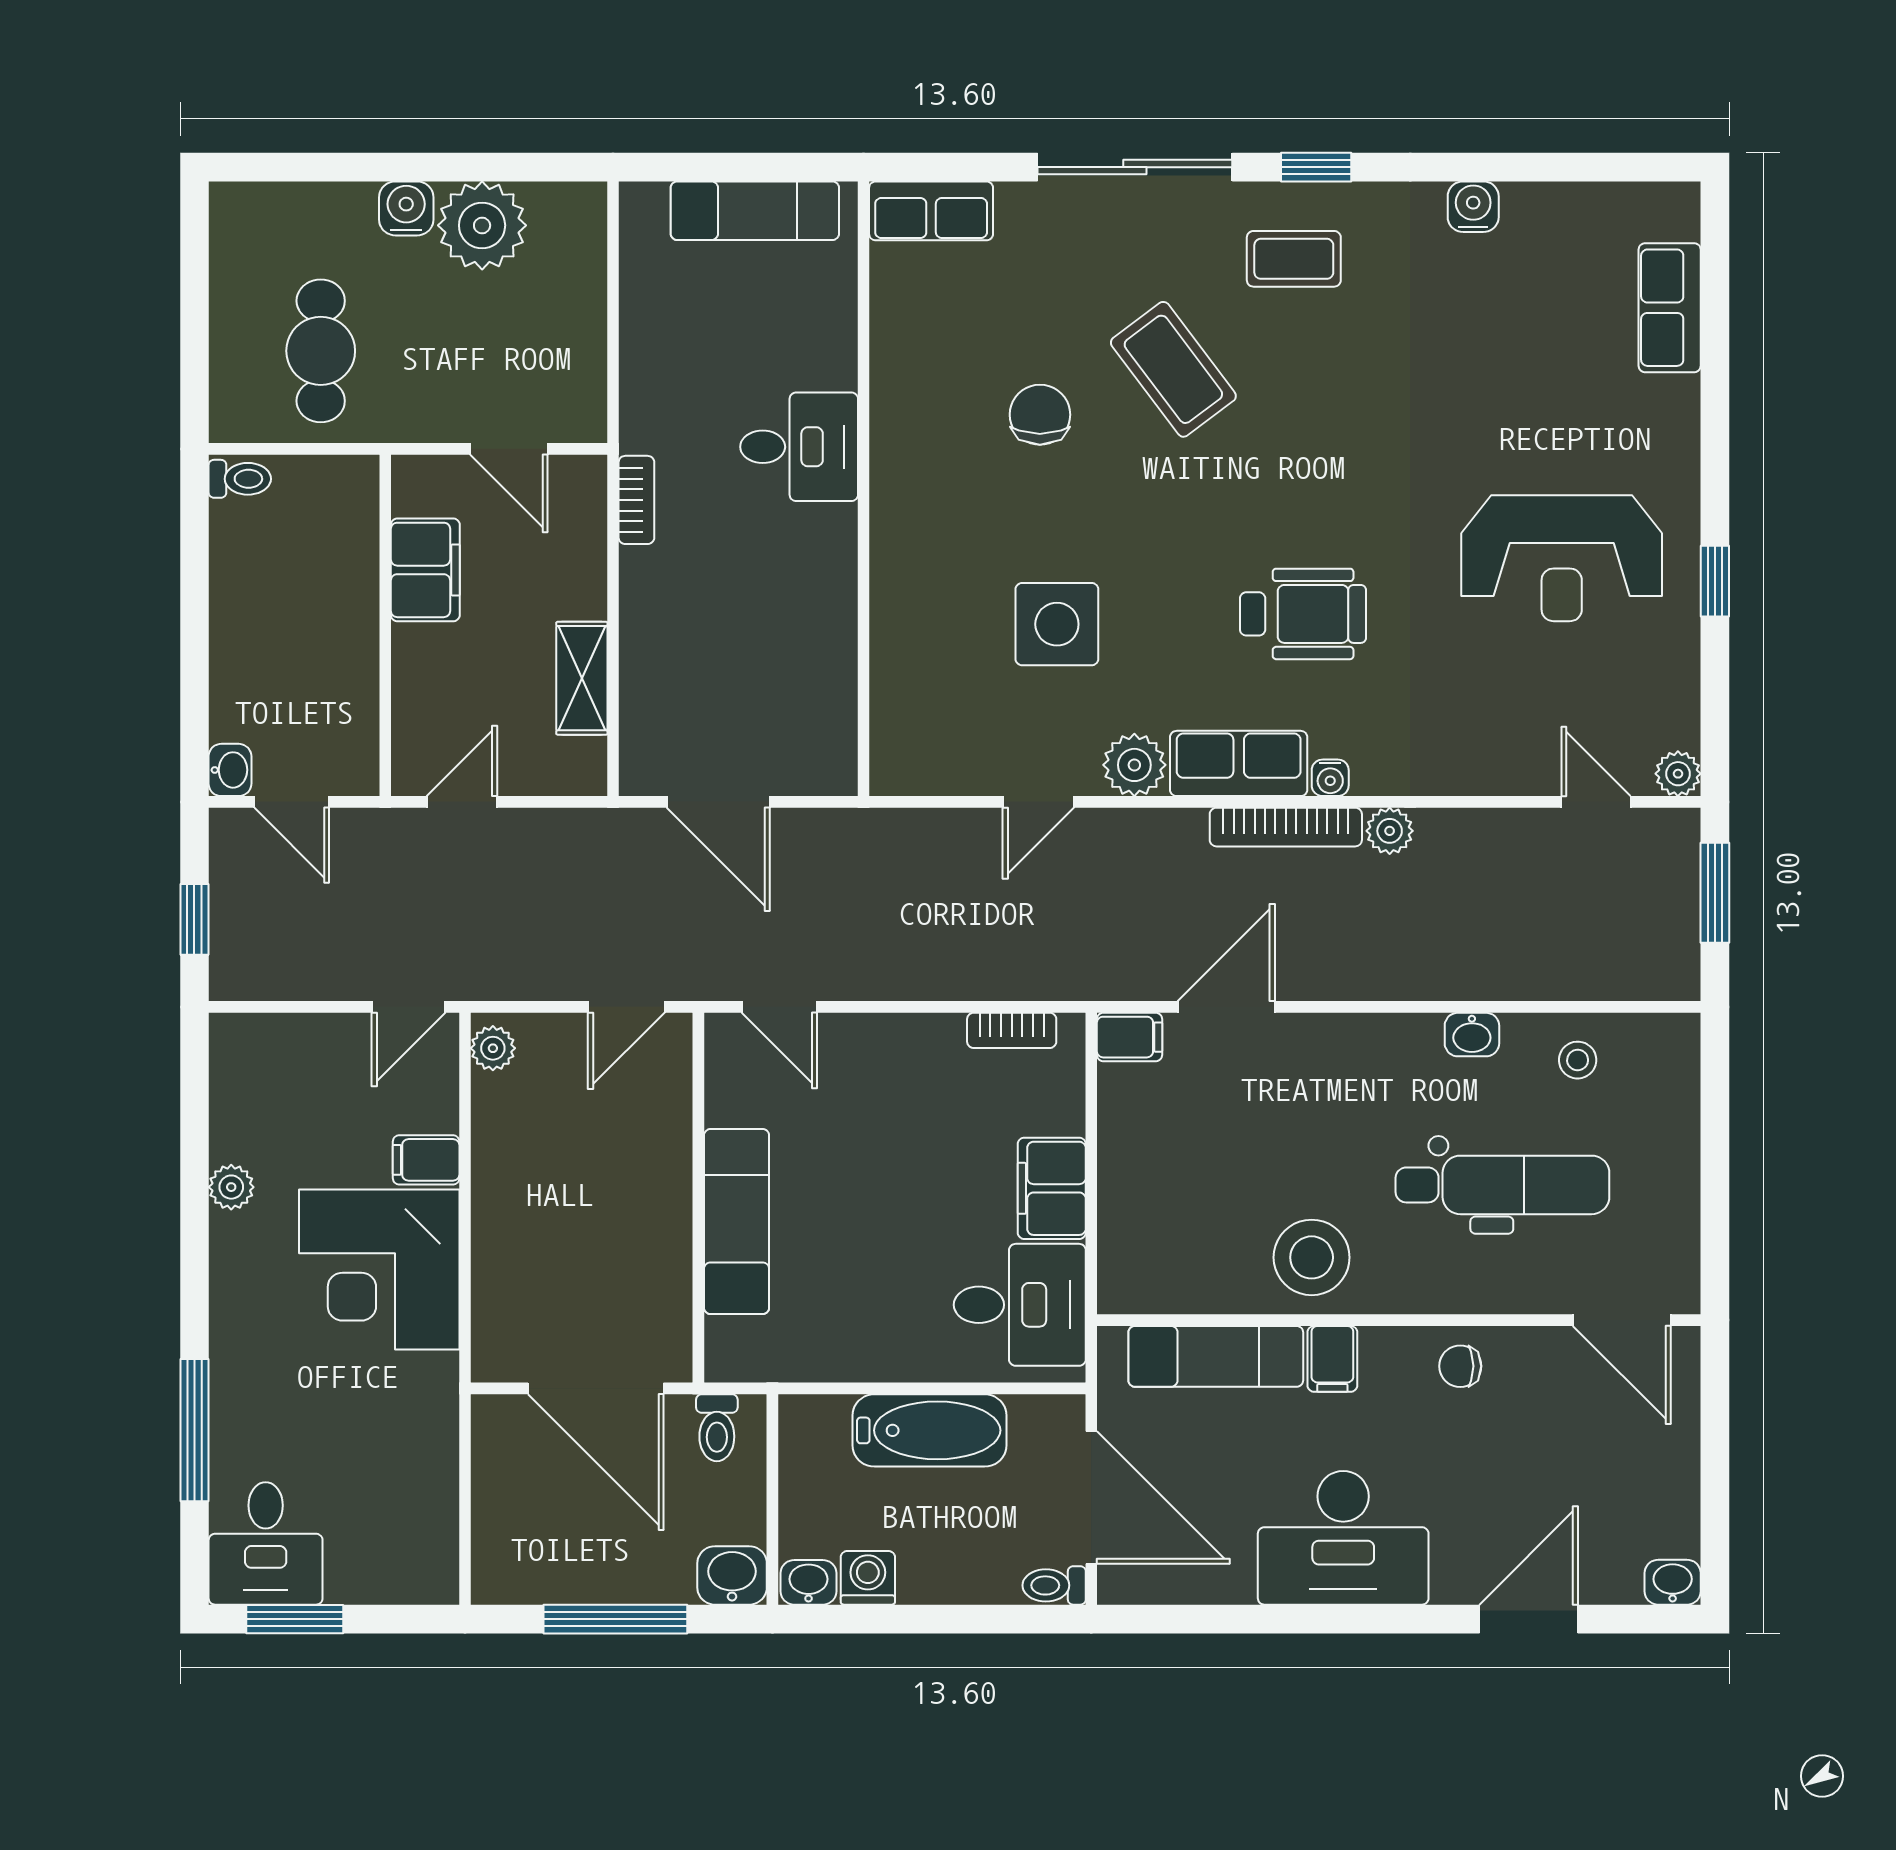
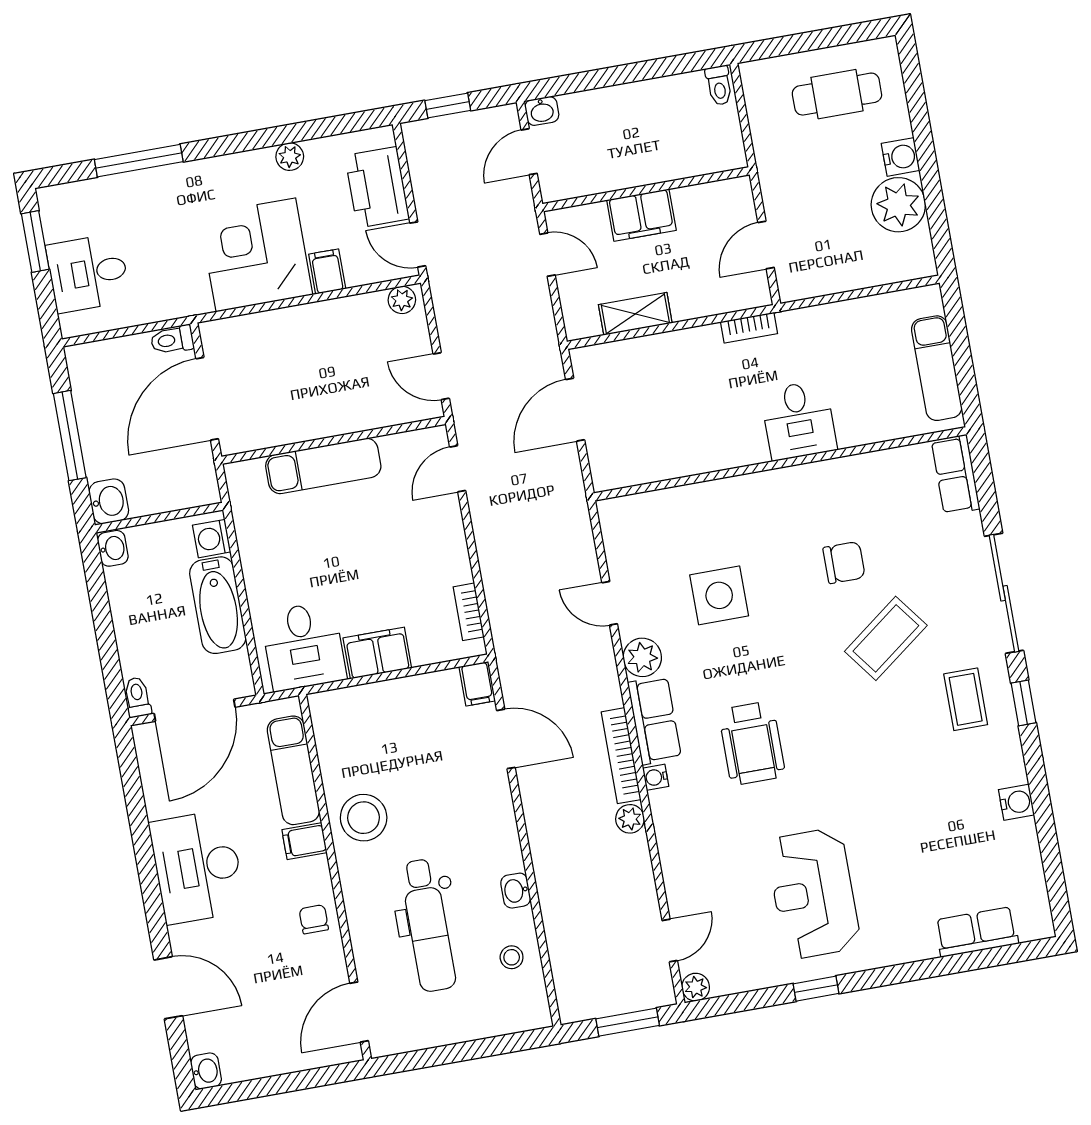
cafe table: (321, 351) -> (837, 94), moved
filing cabinet: (425, 570) -> (641, 215), moved
printer: (305, 1056) -> (377, 187), added
toilet: (717, 1428) -> (172, 340), moved
desk: (266, 1543) -> (88, 273), moved
washing machine: (868, 1578) -> (212, 539), moved, turned 180

